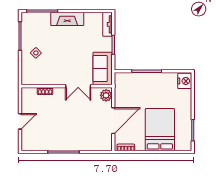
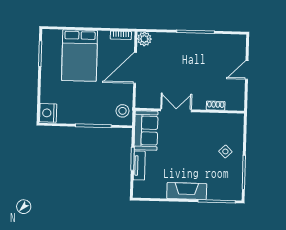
tv unit: (107, 24) -> (139, 166), moved
stool: (123, 84) -> (123, 111), added
plant: (106, 95) -> (144, 39), moved

